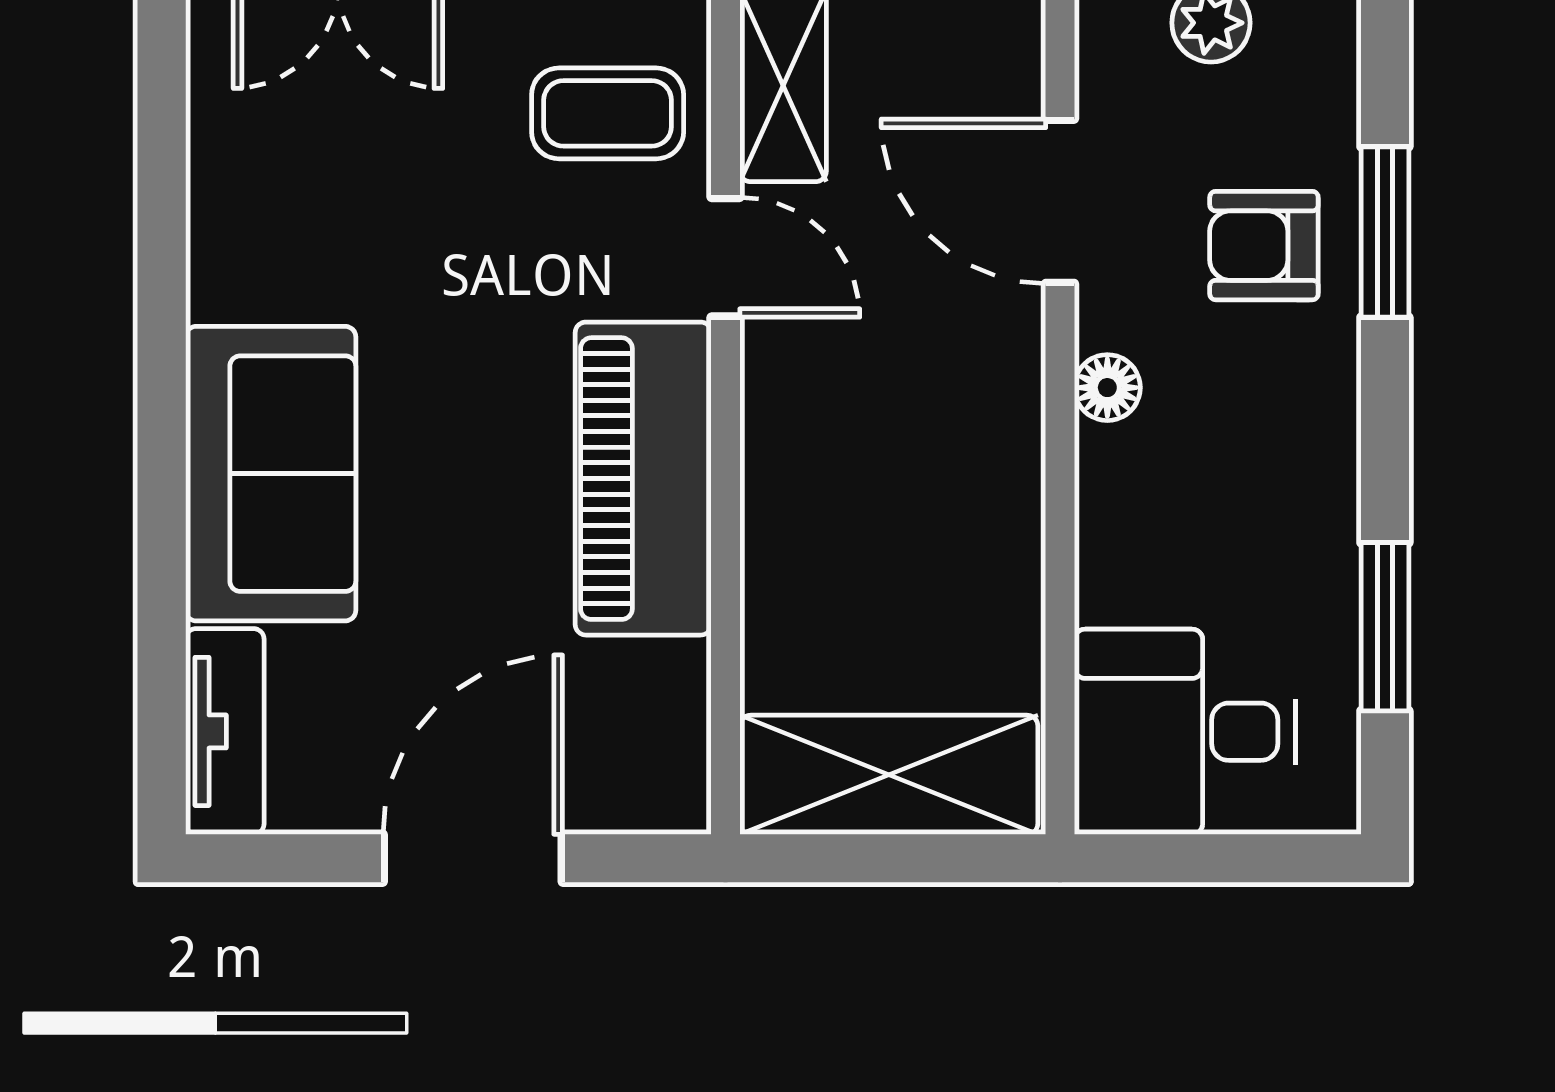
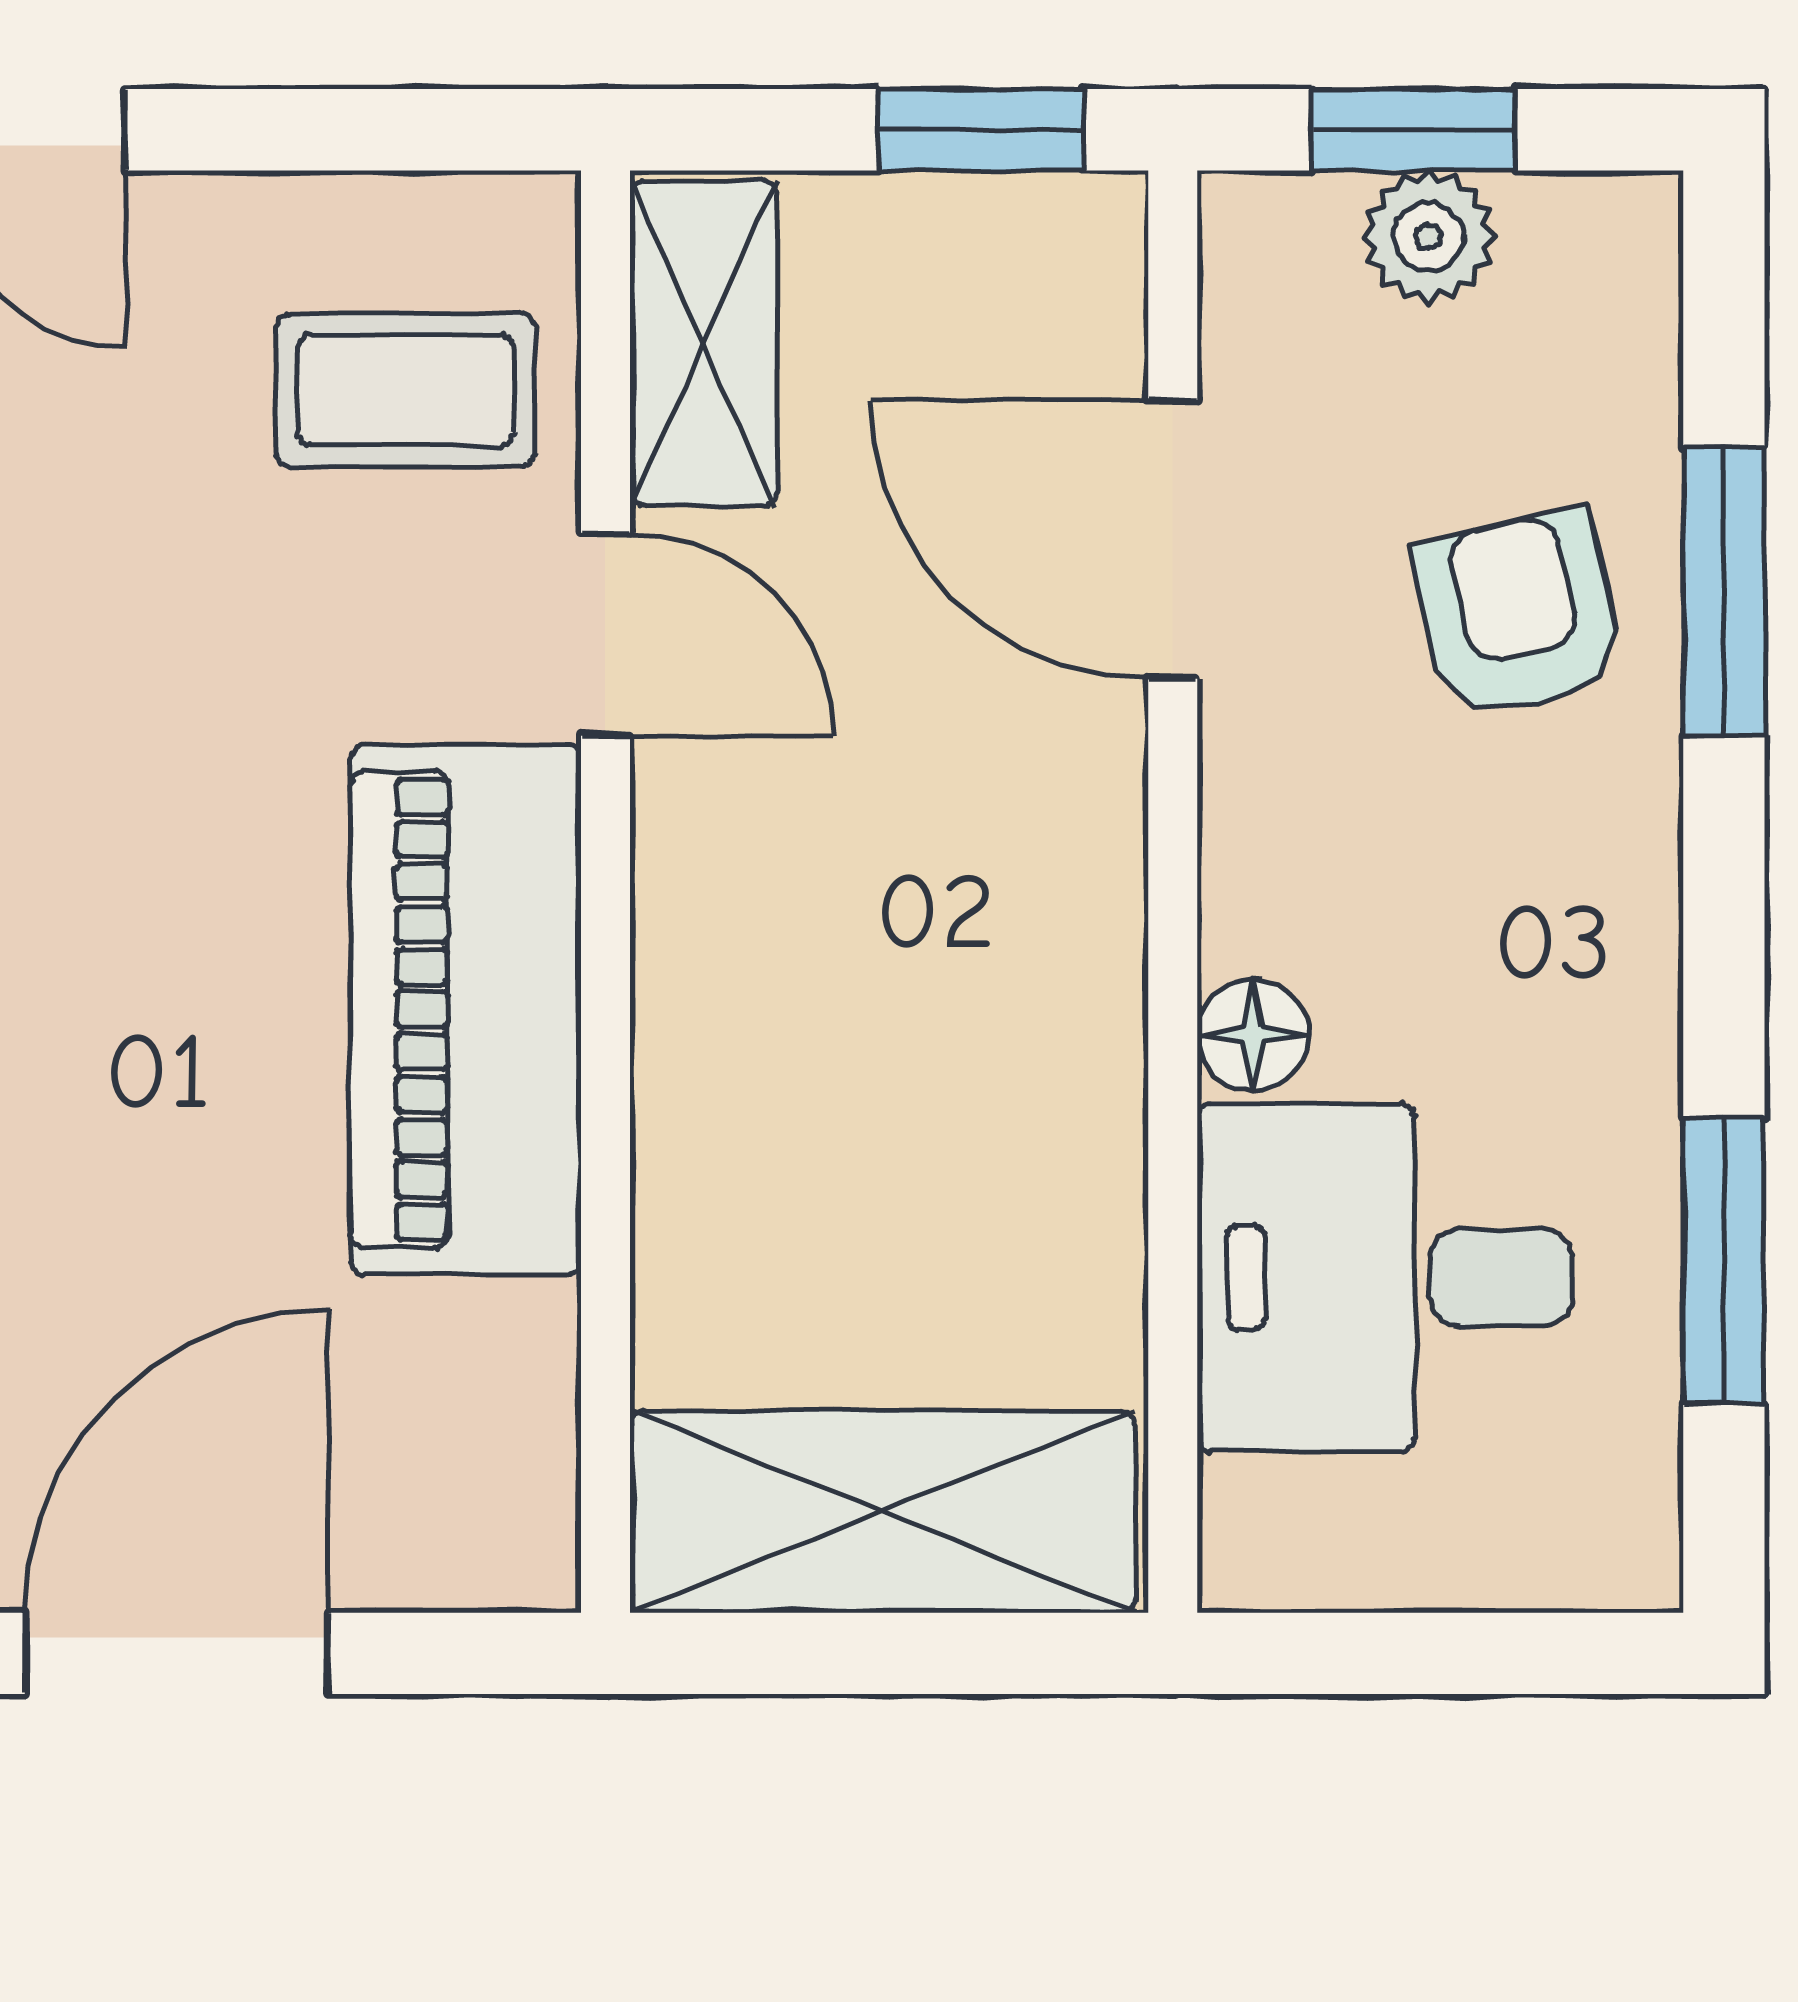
armchair: (1264, 246) -> (1519, 614), turned 77
floor lamp: (1107, 388) -> (1253, 1035), moved
desk: (1185, 732) -> (1385, 1278), moved

